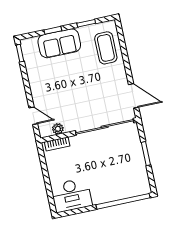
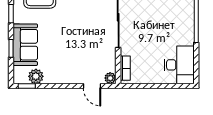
plant: (31, 60) -> (36, 76), added
door: (33, 116) -> (92, 86), swing flipped
plant: (58, 129) -> (110, 78), moved

